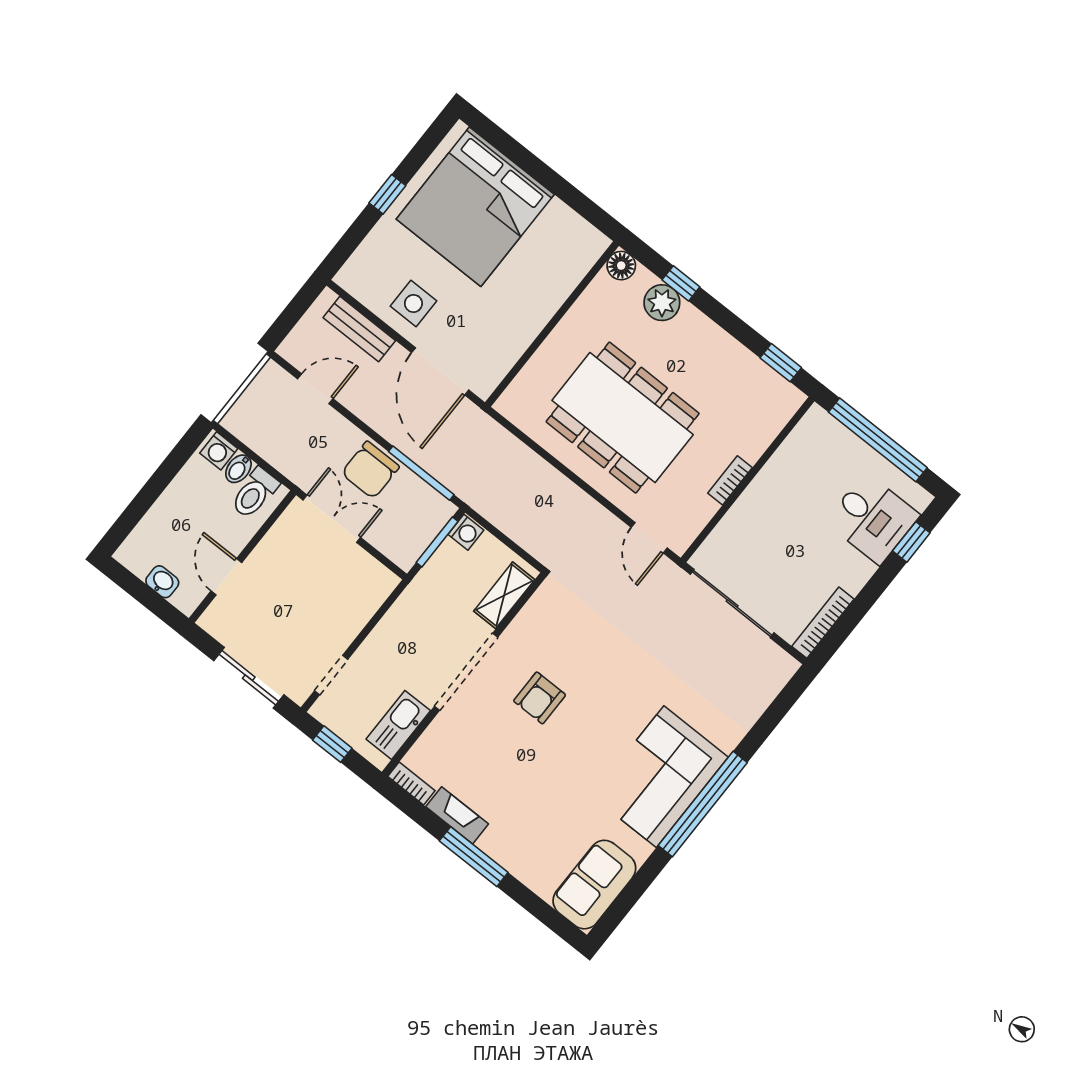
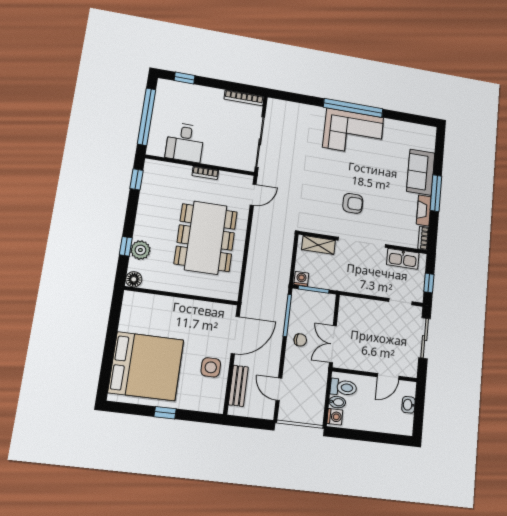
chair: (370, 470) -> (300, 340), width x0.54, depth x0.54
desk: (873, 519) -> (185, 142), moved, turned 180
sofa: (594, 885) -> (421, 172), moved, turned 90

